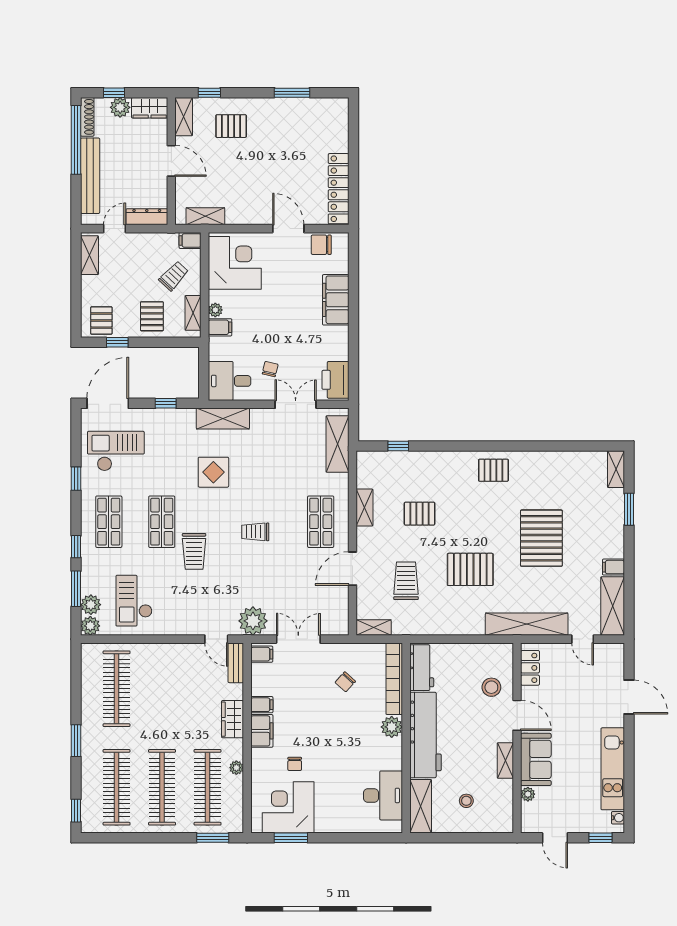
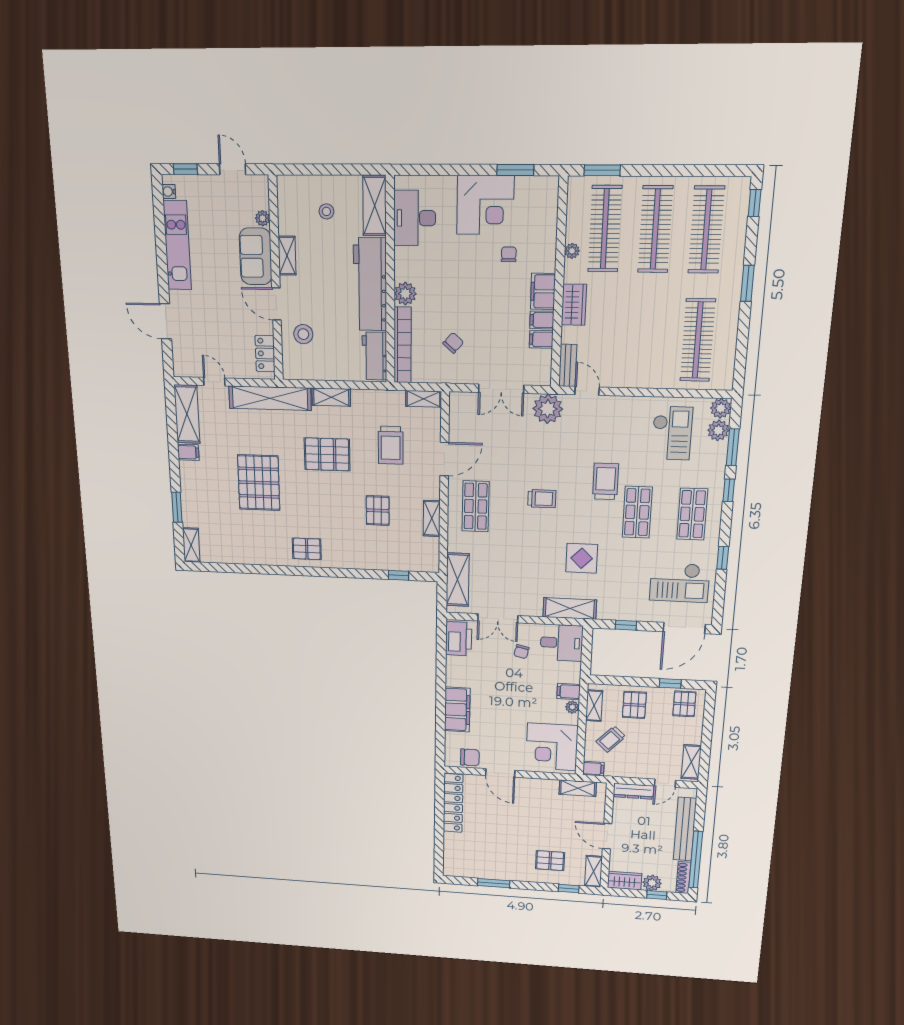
pallet: (420, 514) -> (378, 510), turned 90
shelving: (465, 627) -> (331, 397), added
filing cabinet: (262, 654) -> (541, 339), moved
corner desk: (288, 807) -> (485, 205), moved

